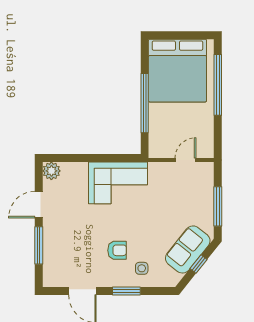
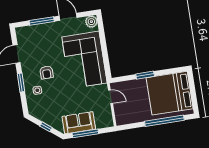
window: (145, 103) -> (145, 75), width x0.47
door: (185, 160) -> (110, 97), moved
corner sofa: (118, 183) -> (84, 60), width x1.36, depth x1.36
sofa: (188, 249) -> (79, 123), moved, turned -39

